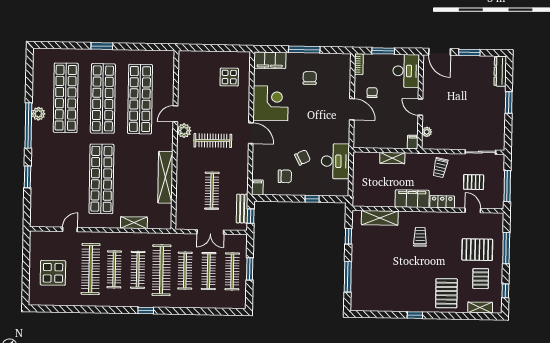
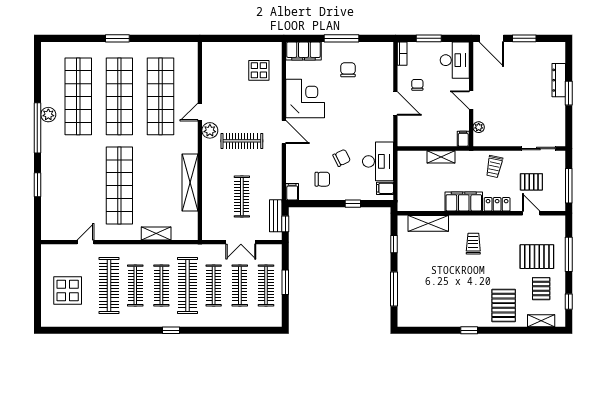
dresser: (500, 71) -> (559, 80), moved
filing cabinet: (341, 186) -> (385, 188), added

